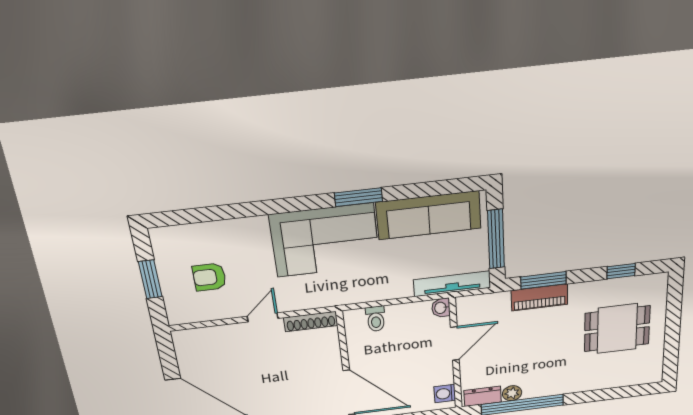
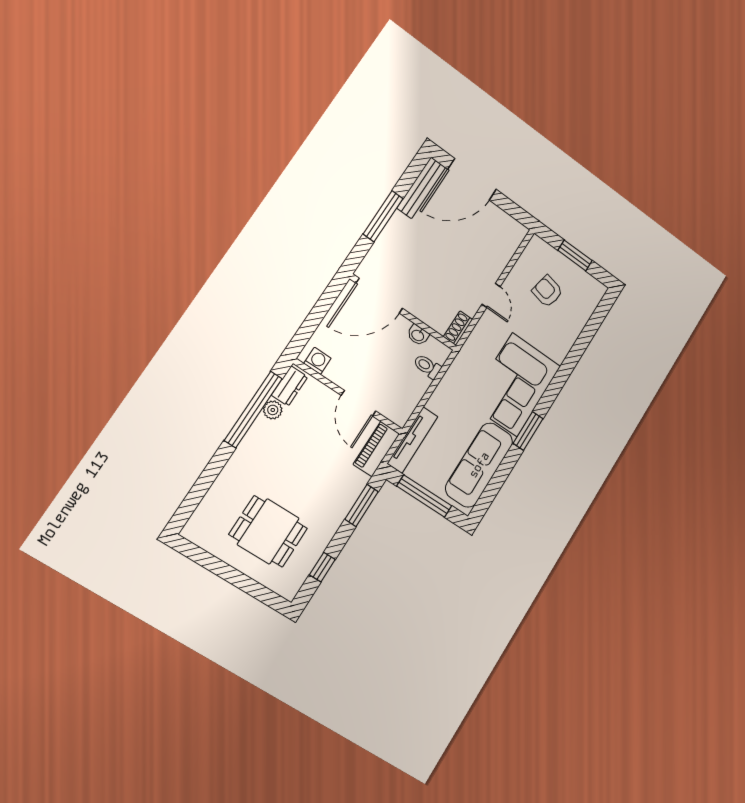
armchair: (209, 277) -> (547, 291), turned -78
piano: (539, 297) -> (376, 449), moved
washbasin: (441, 308) -> (418, 335), moved, turned 180
shoe rack: (311, 322) -> (458, 328), width x0.70
dining table: (617, 329) -> (268, 531), turned 90

